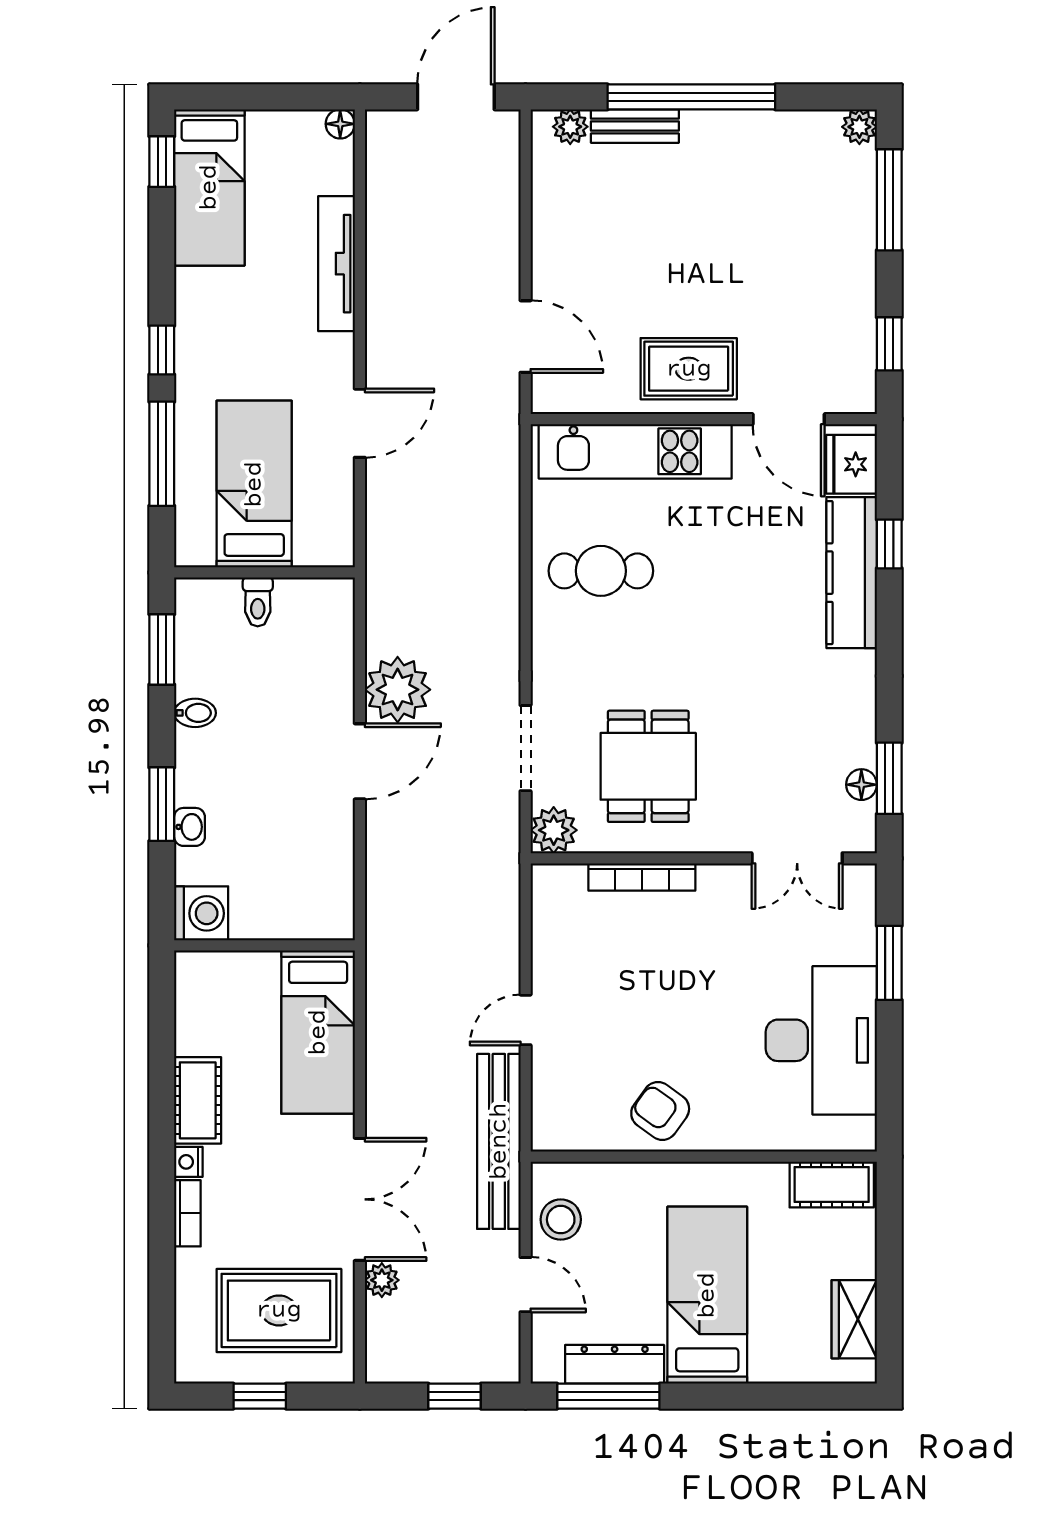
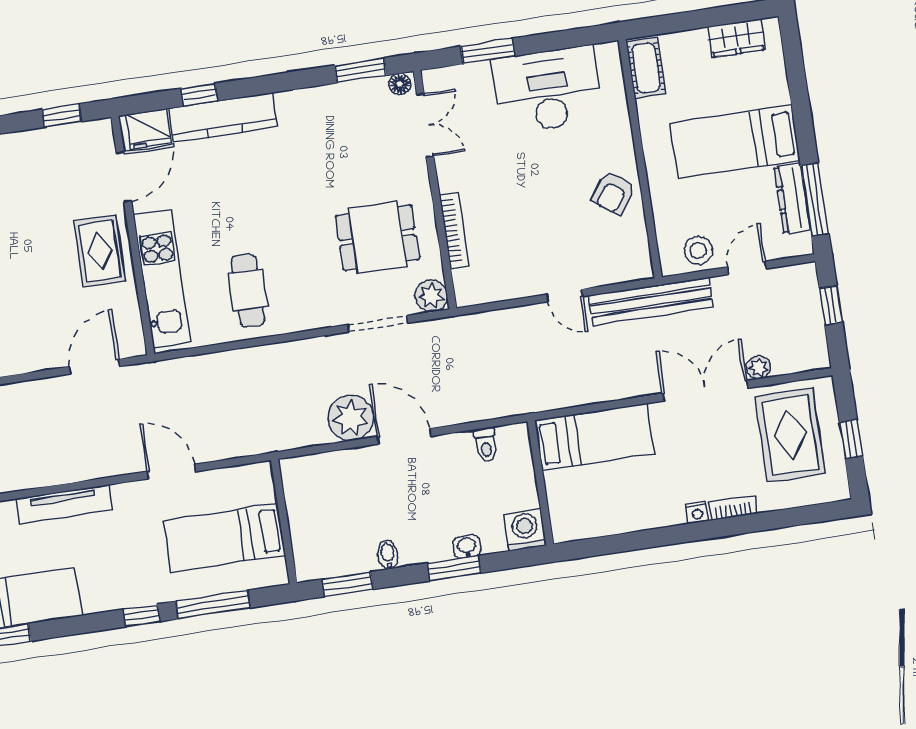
toilet: (258, 602) -> (486, 445), moved, turned 90
floor lamp: (861, 785) -> (400, 84), moved
cot: (198, 1100) -> (654, 513), removed

